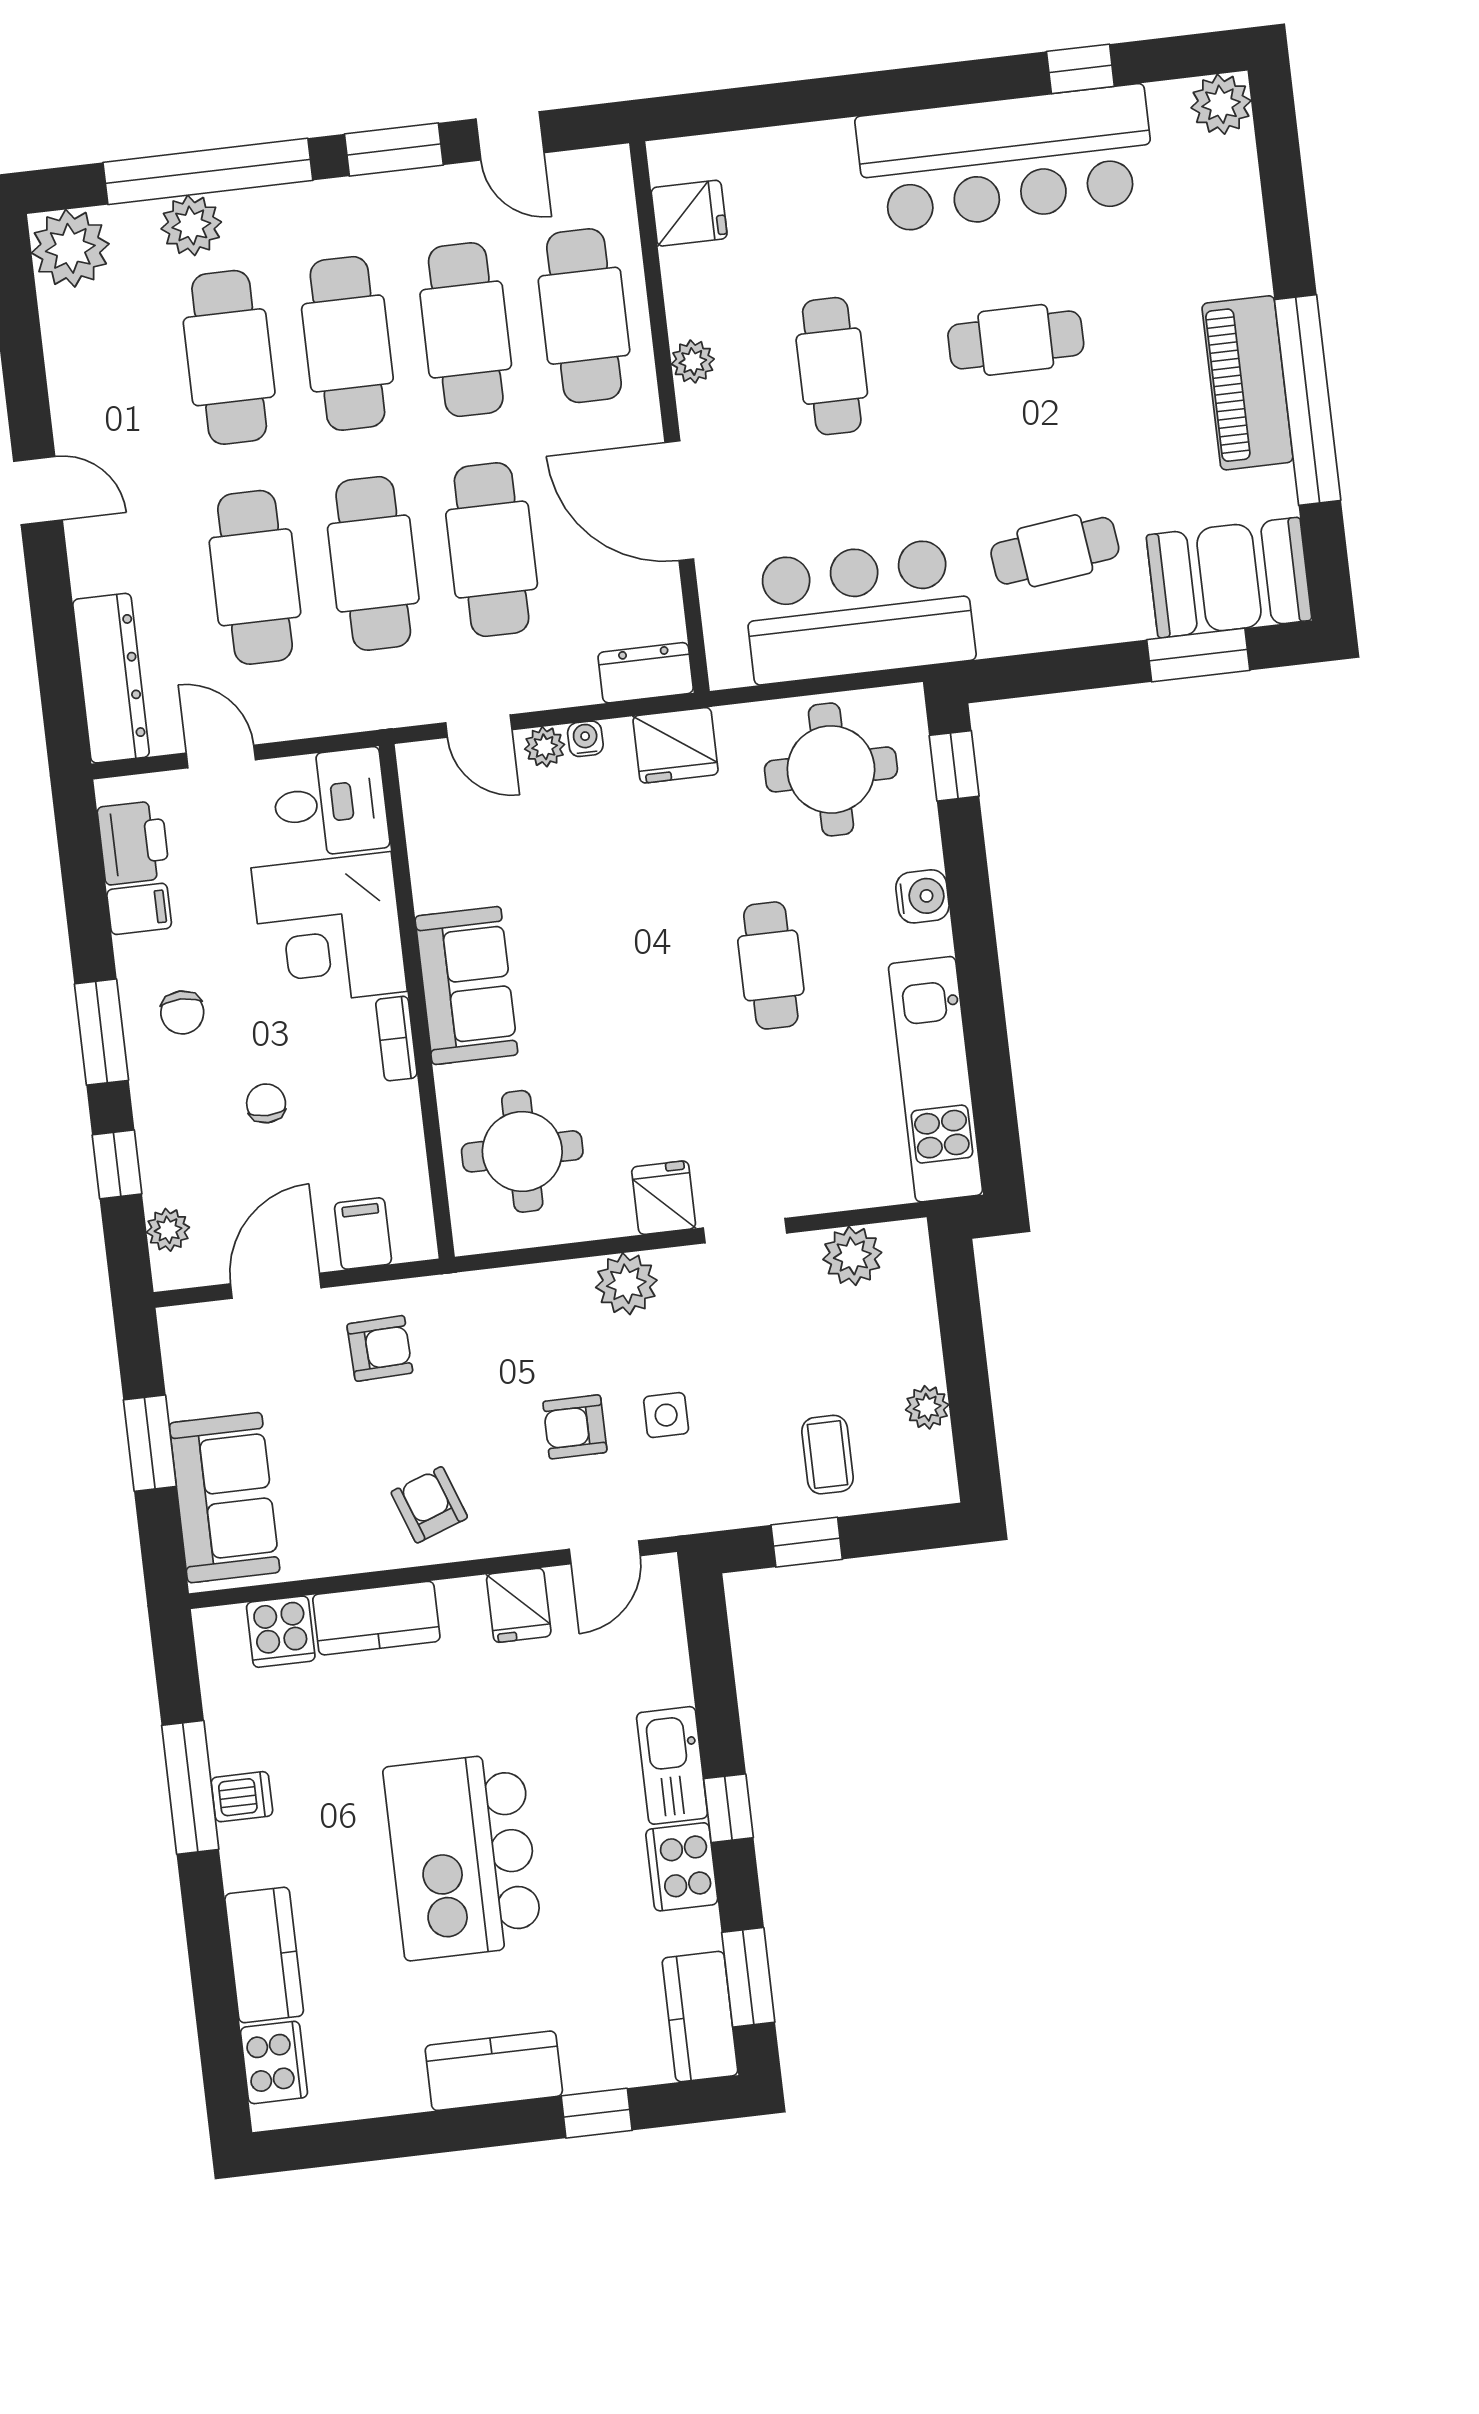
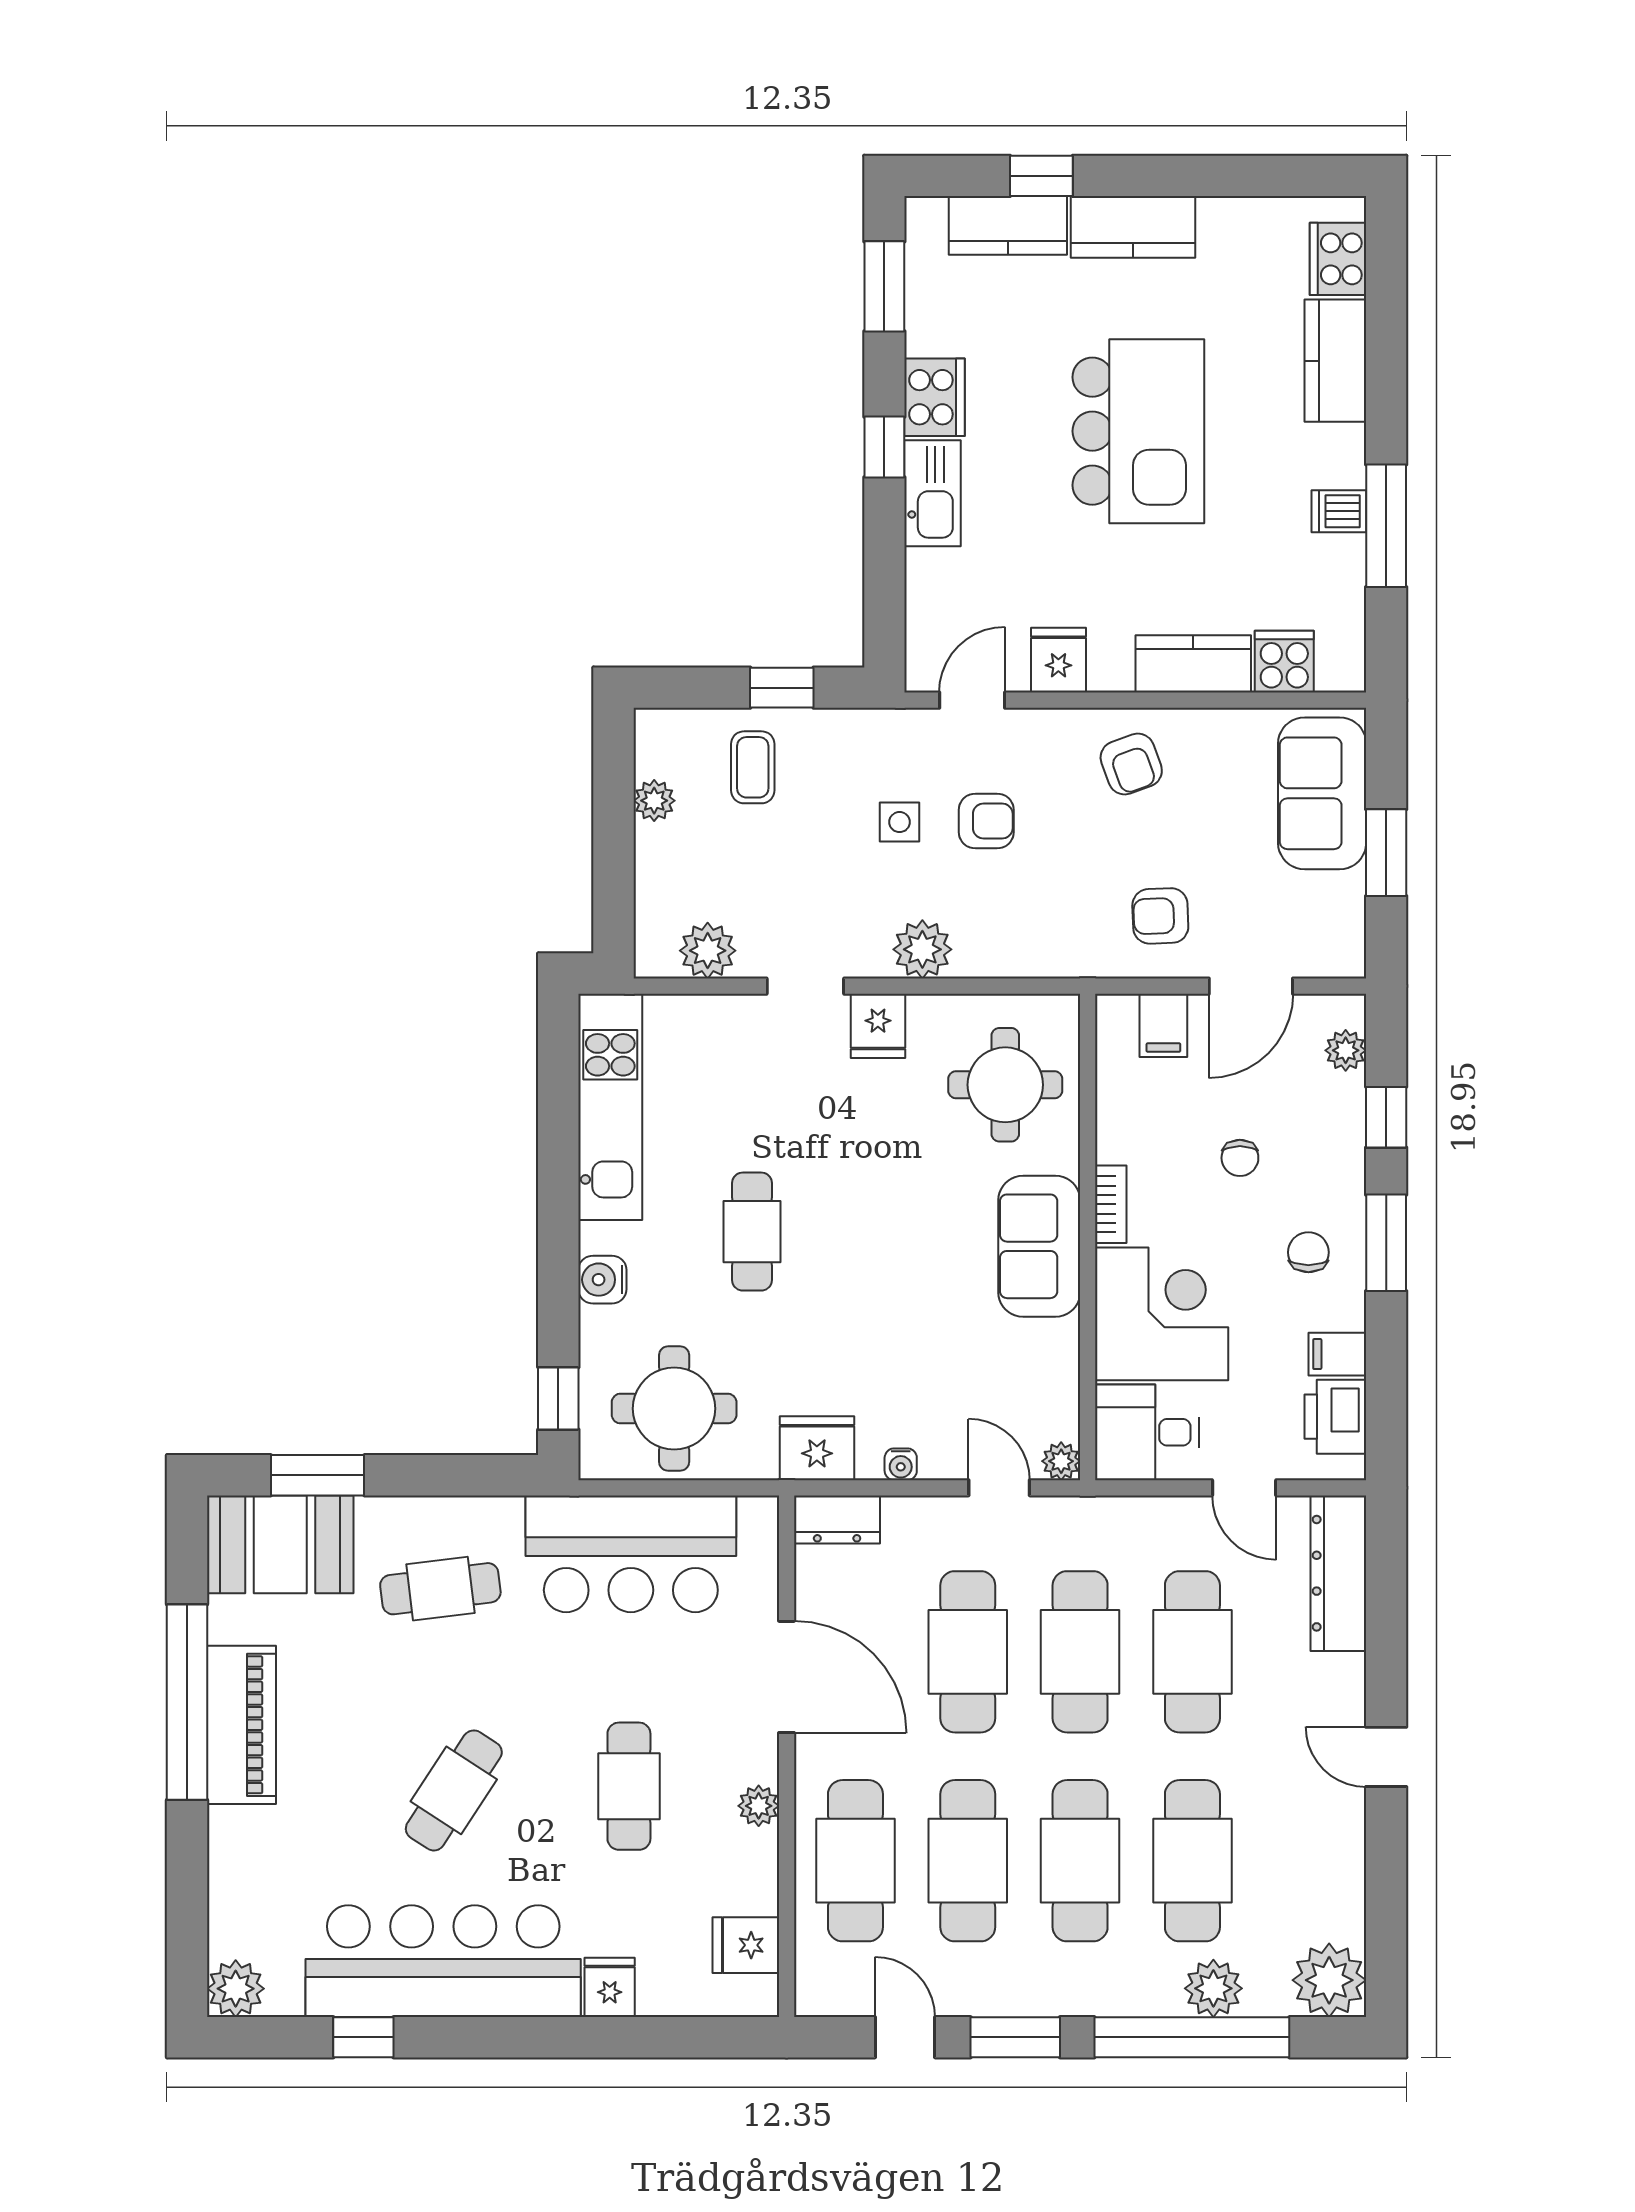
fridge: (827, 152) -> (610, 1987), added
cafe table: (1016, 340) -> (454, 1790), turned -57
plant: (545, 747) -> (1061, 1461), moved
kitchen counter: (700, 2017) -> (1008, 225), moved, turned 90

